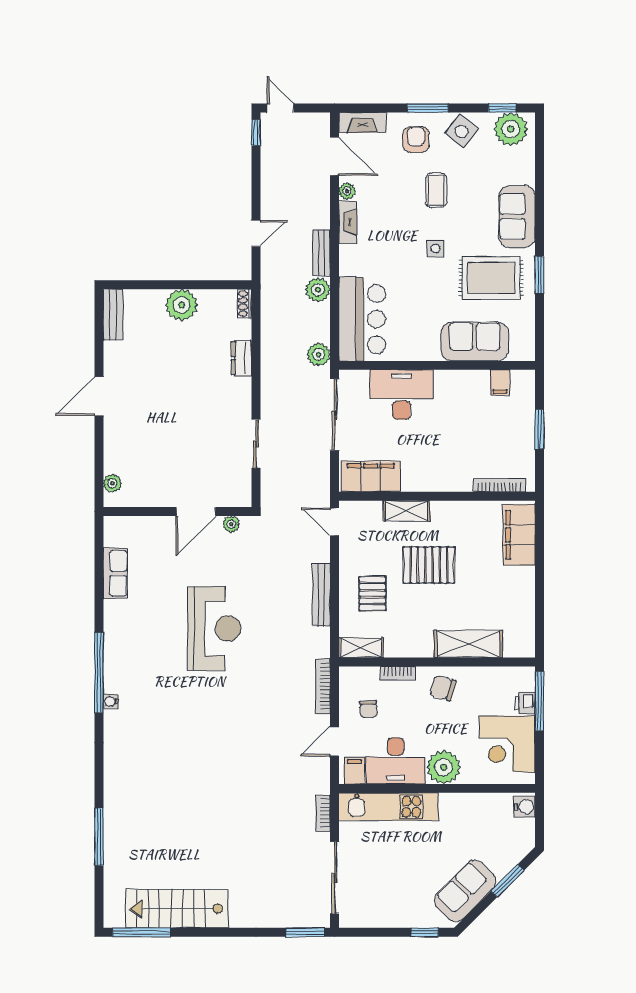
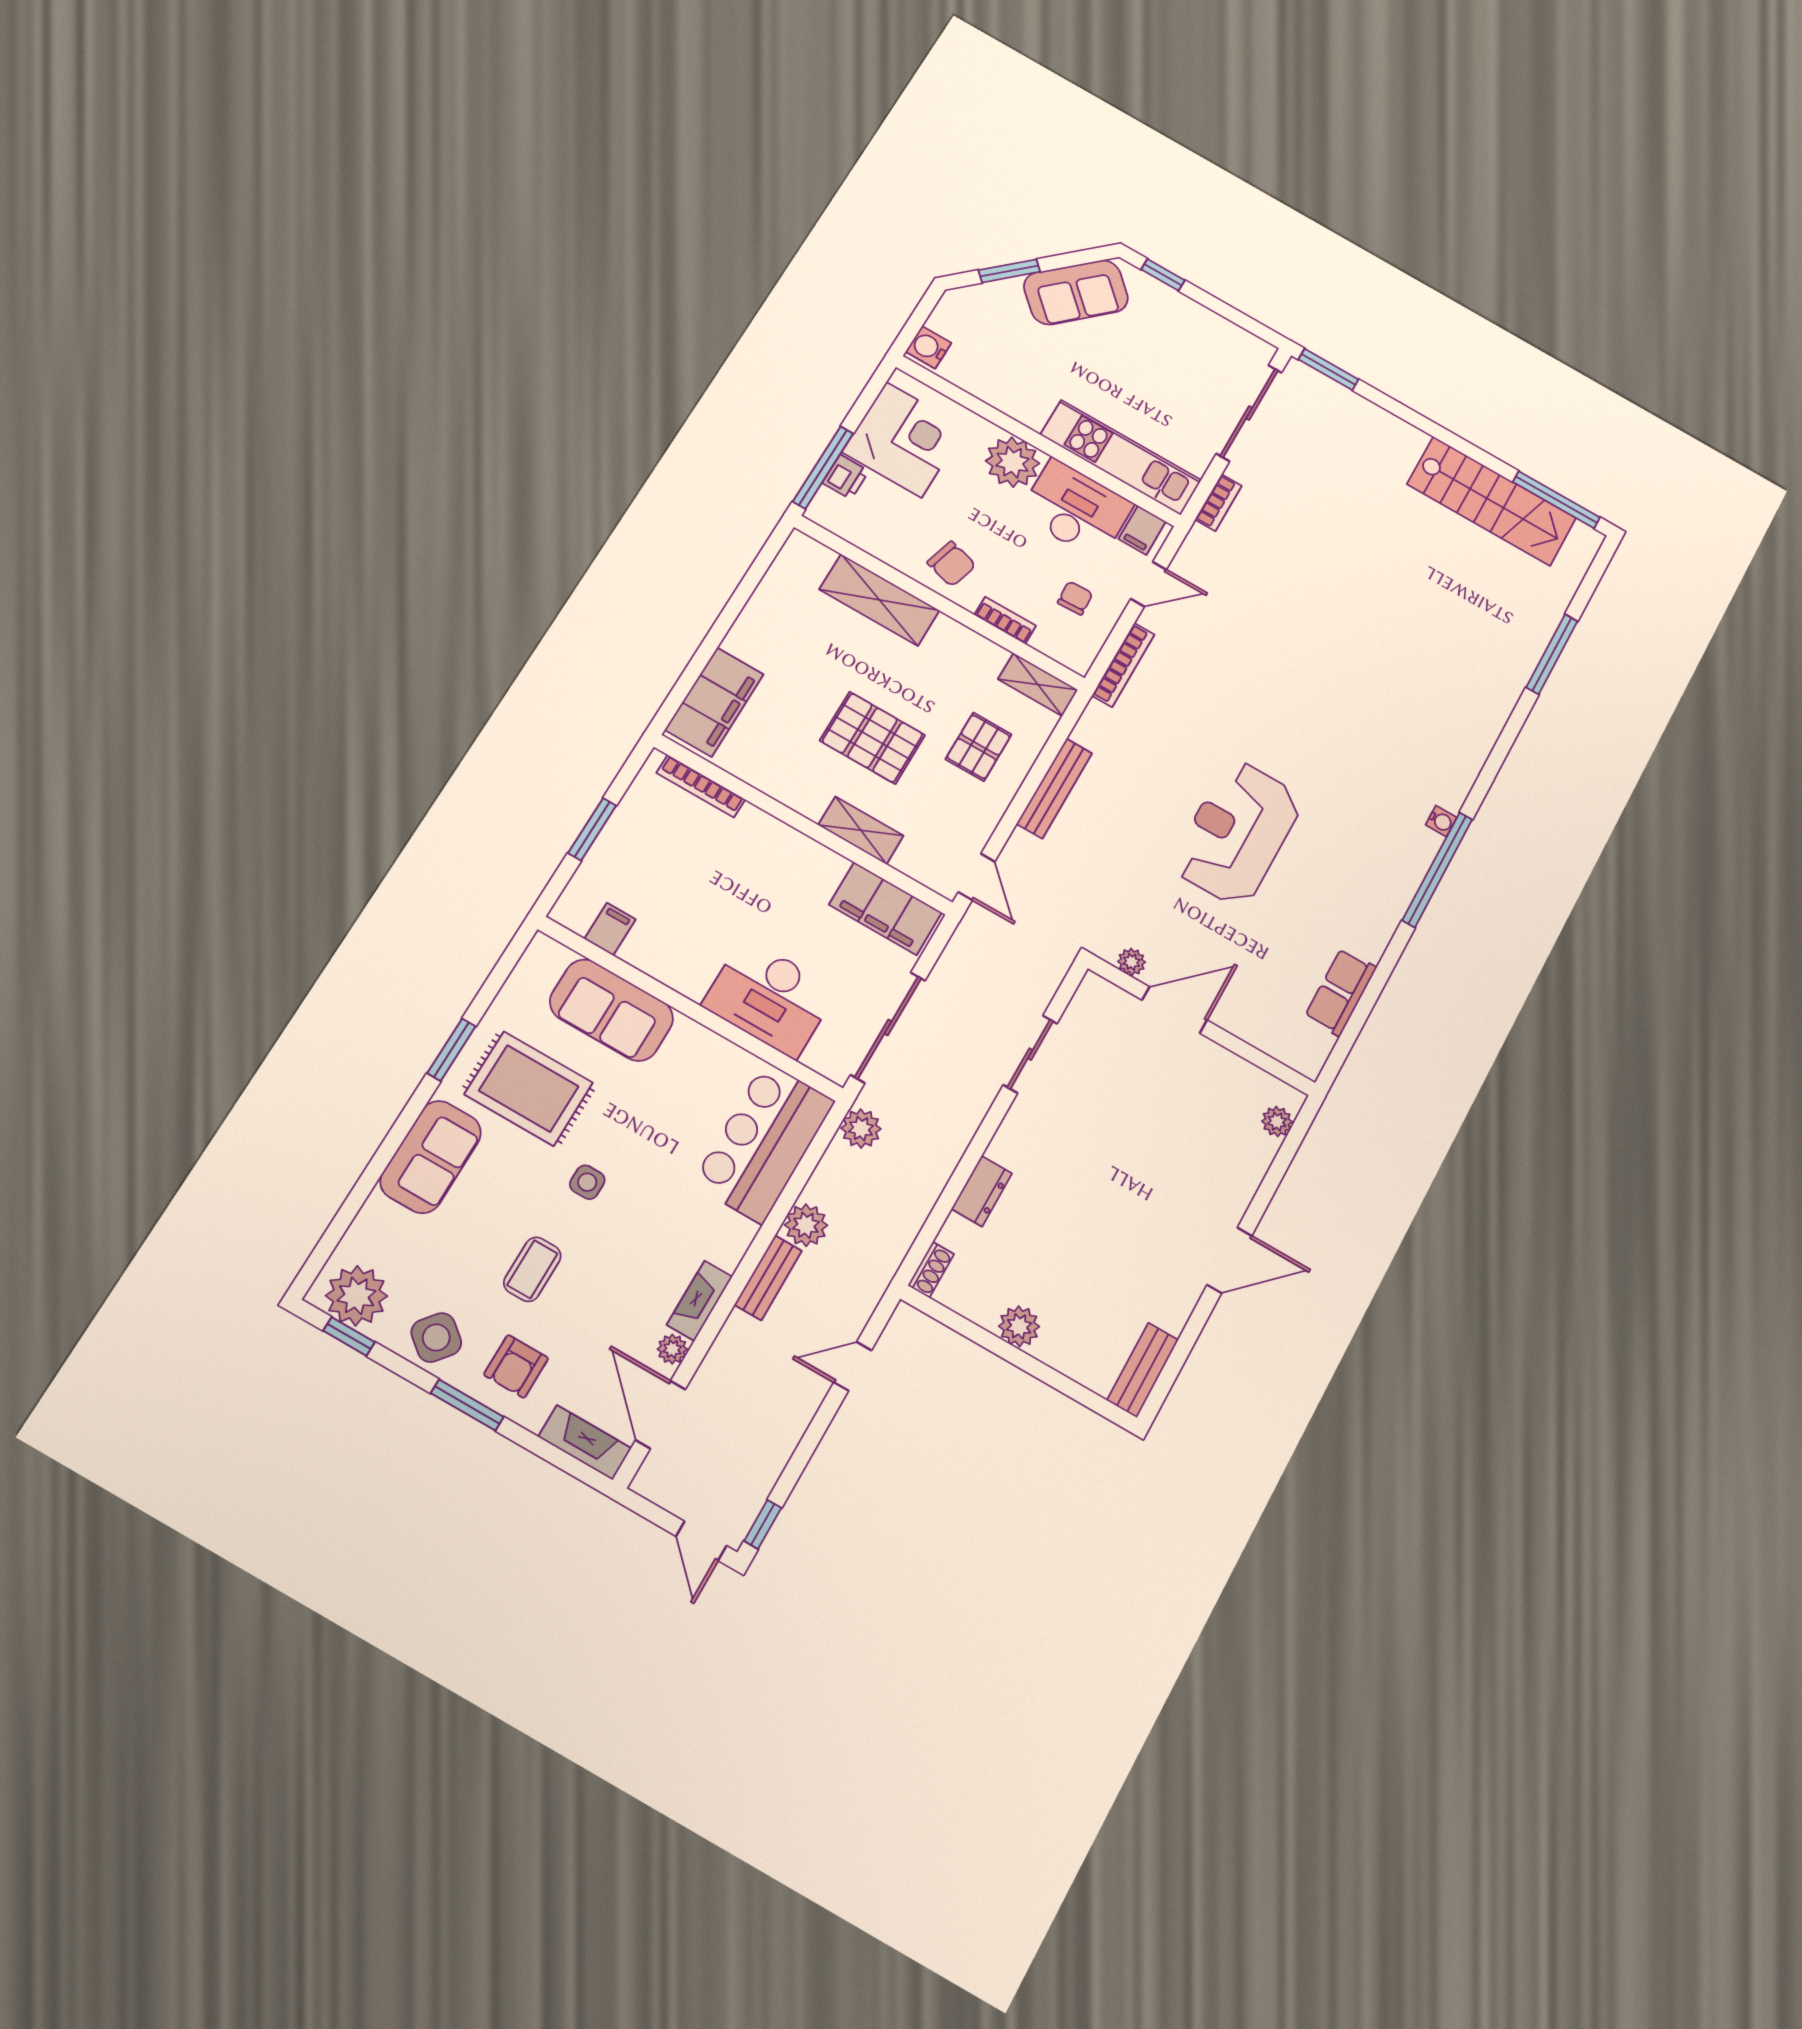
plant: (182, 305) -> (1019, 1326), width x0.73, depth x0.73

